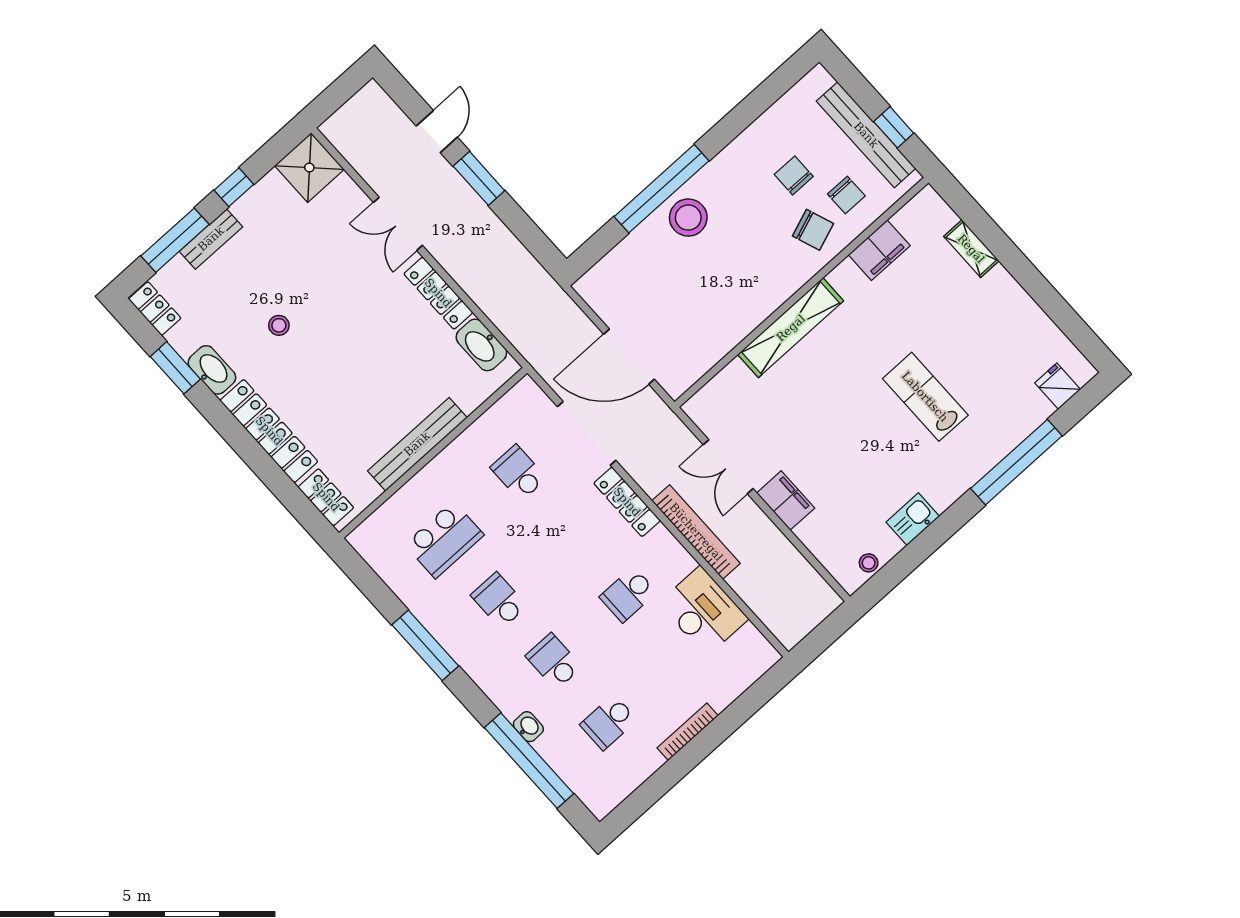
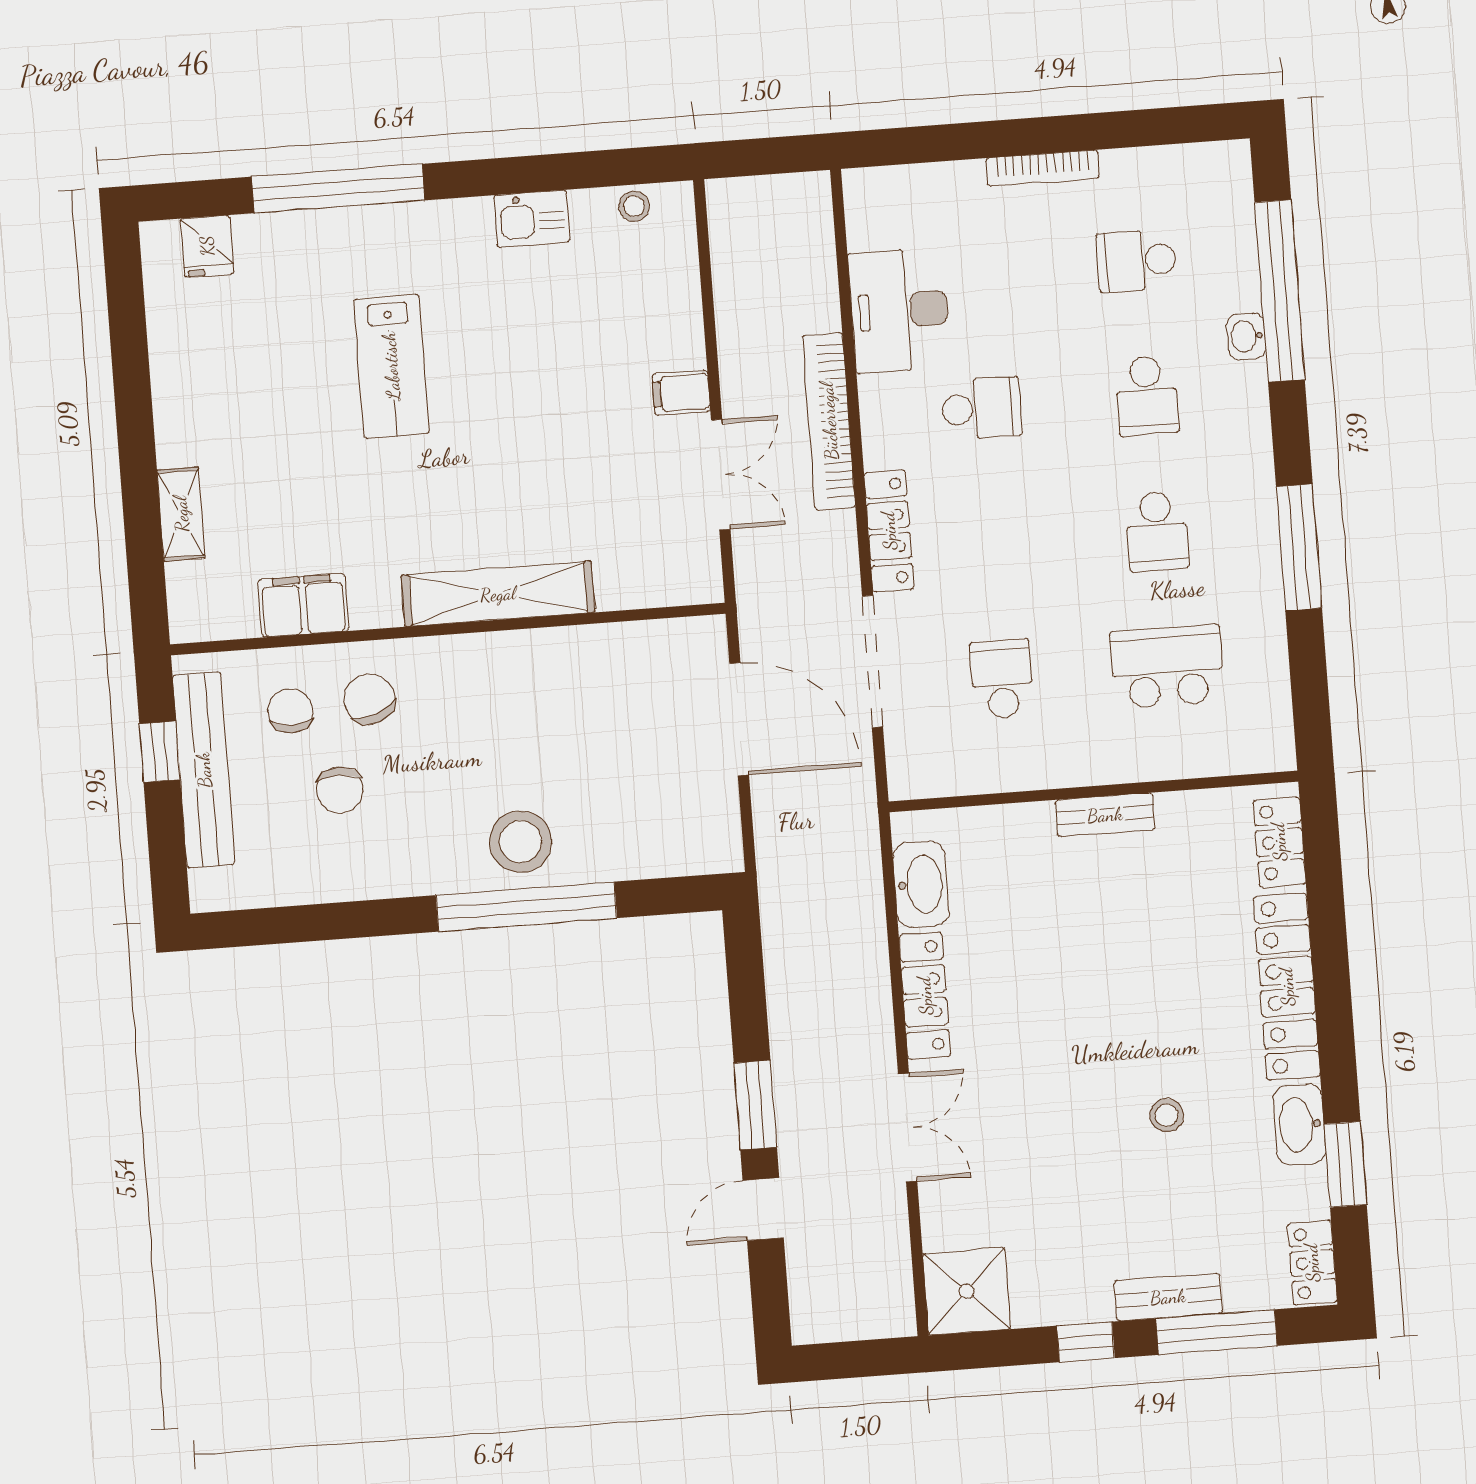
bench: (417, 444) -> (1105, 815), width x0.54, depth x0.82
school desk: (518, 473) -> (1002, 679), turned 180
filing cabinet: (786, 501) -> (681, 393), width x0.50
school desk: (609, 722) -> (1137, 261), turned 180

